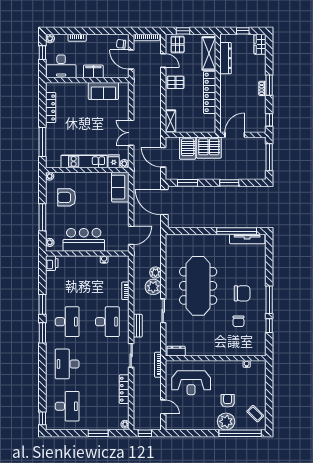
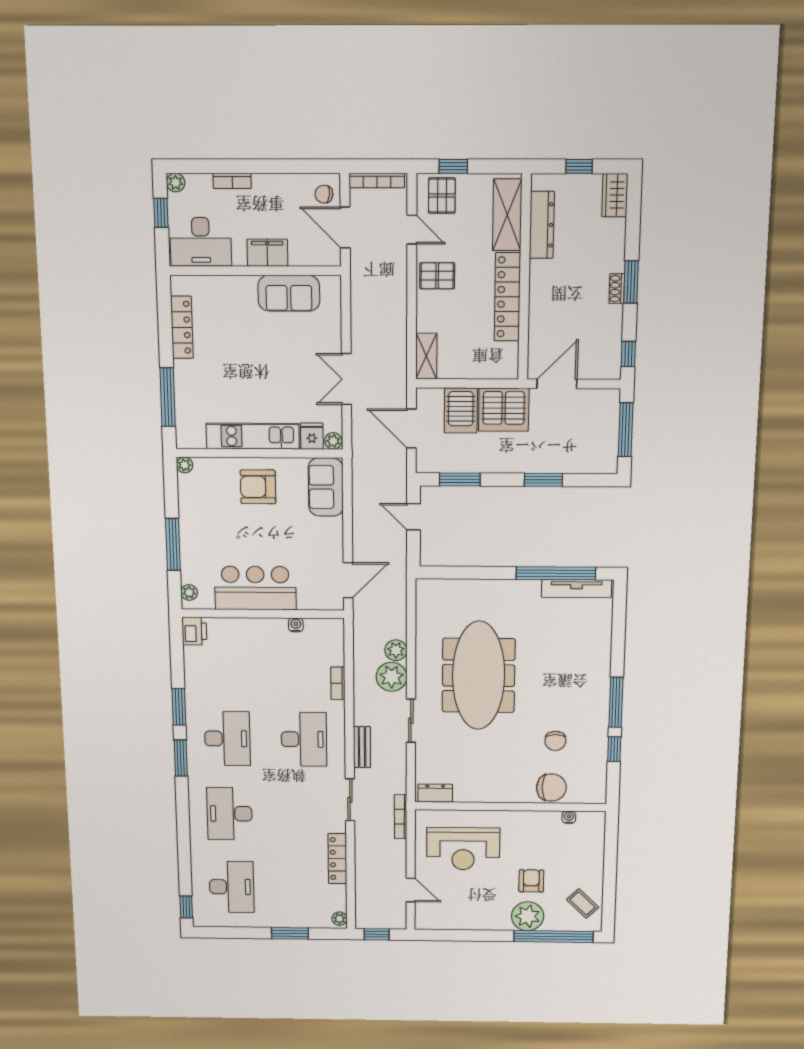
armchair: (67, 197) -> (258, 487), moved
door: (164, 202) -> (413, 517), width x0.53
chair: (242, 293) -> (551, 788), moved

